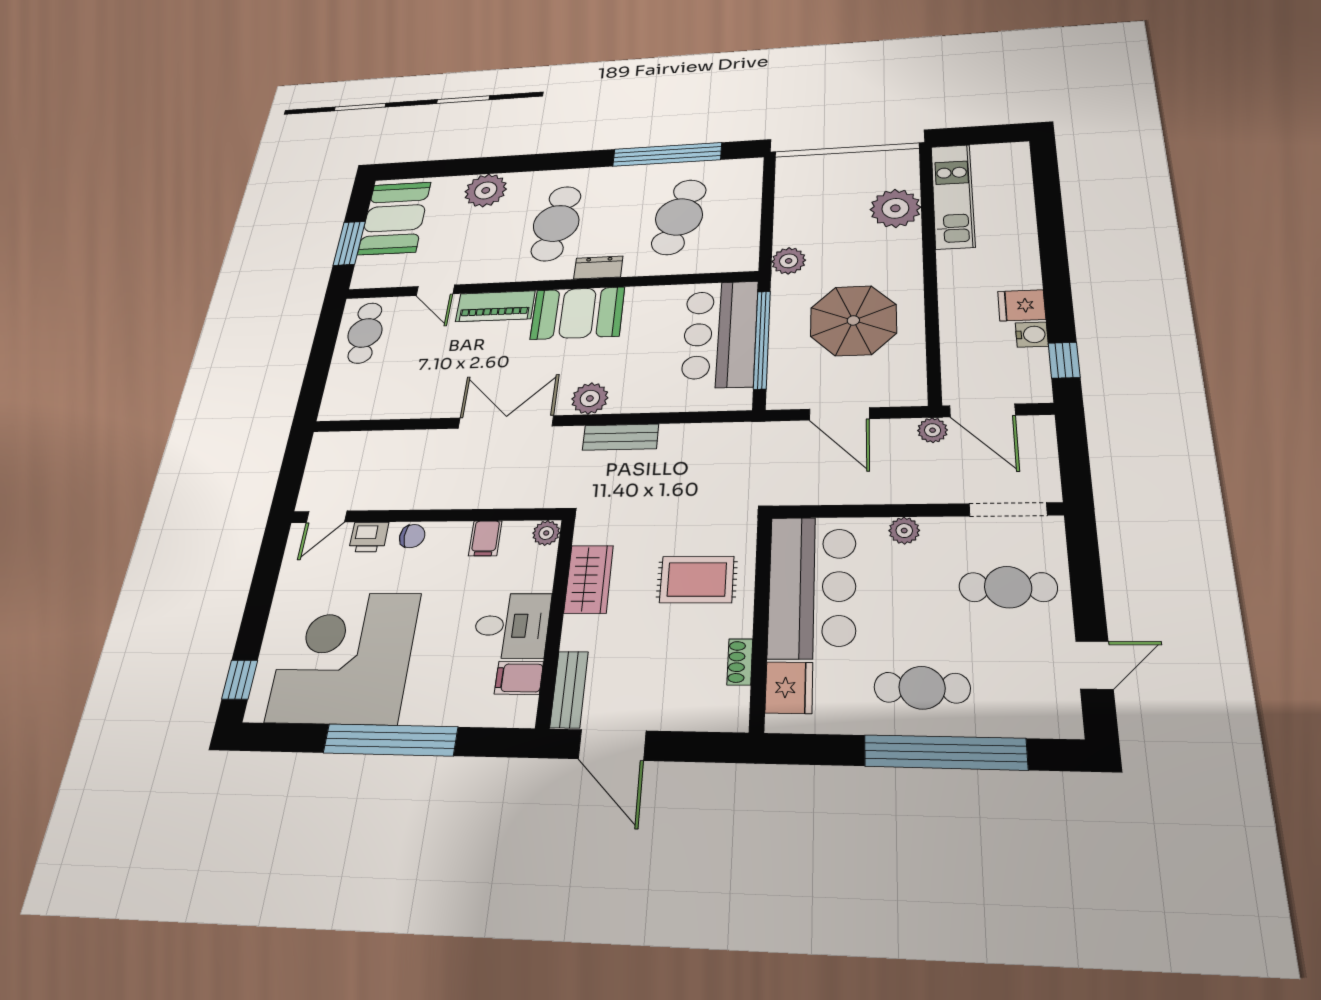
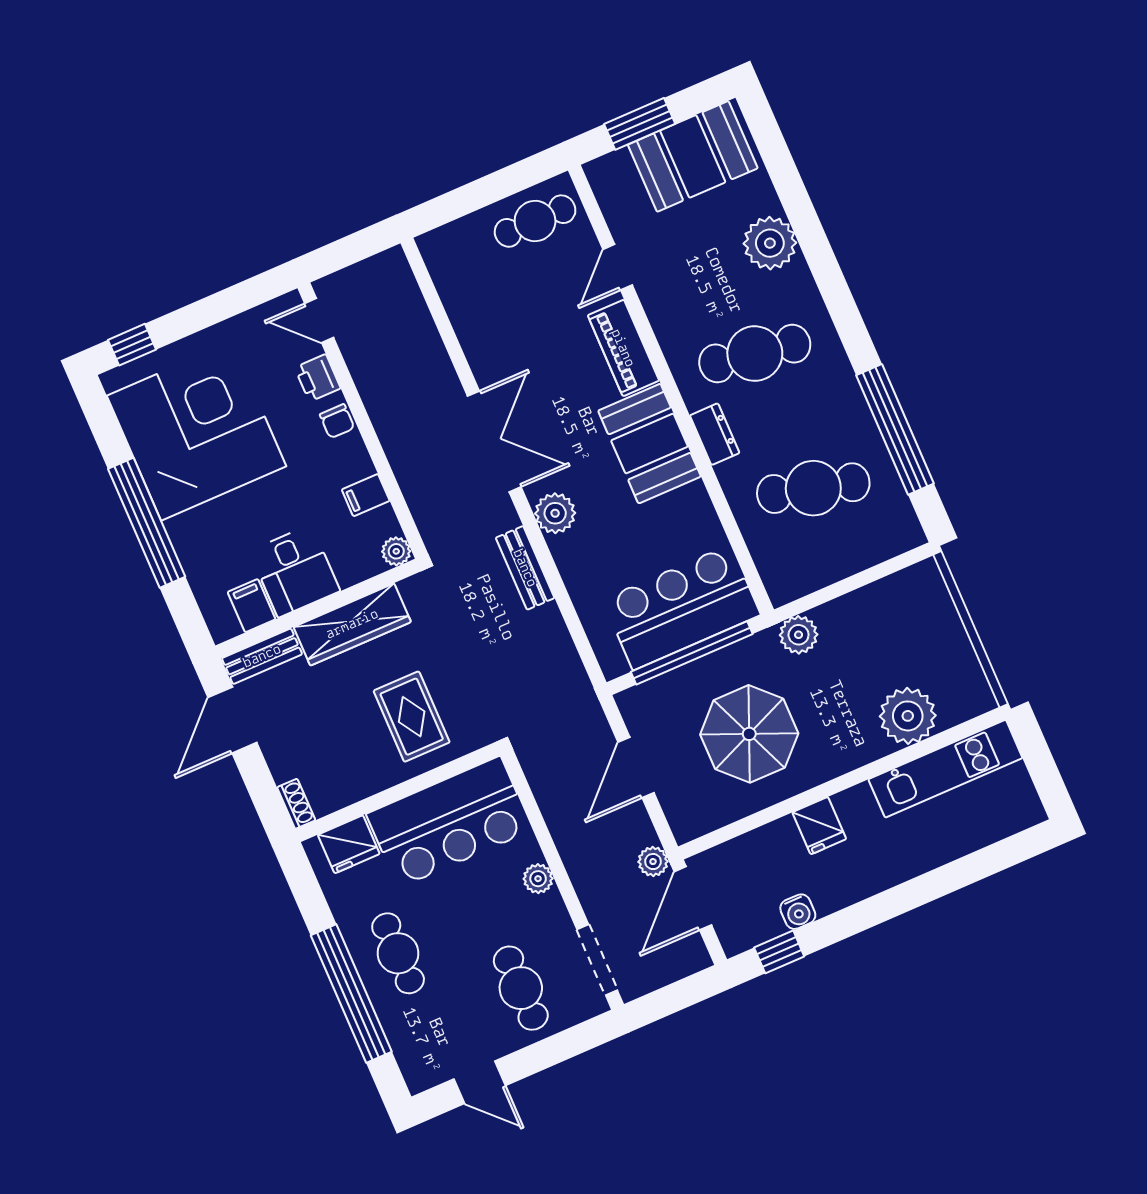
fridge: (1022, 305) -> (819, 826), moved, turned 180
wardrobe: (589, 579) -> (352, 624), width x1.50
shoe rack: (740, 662) -> (296, 804), moved, turned 90

